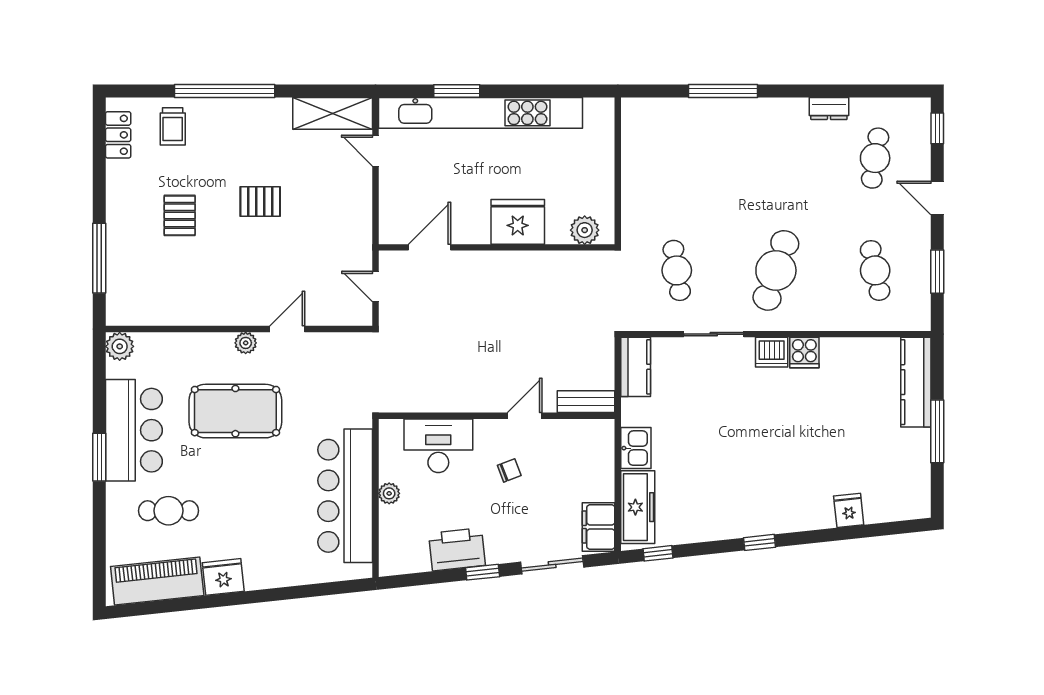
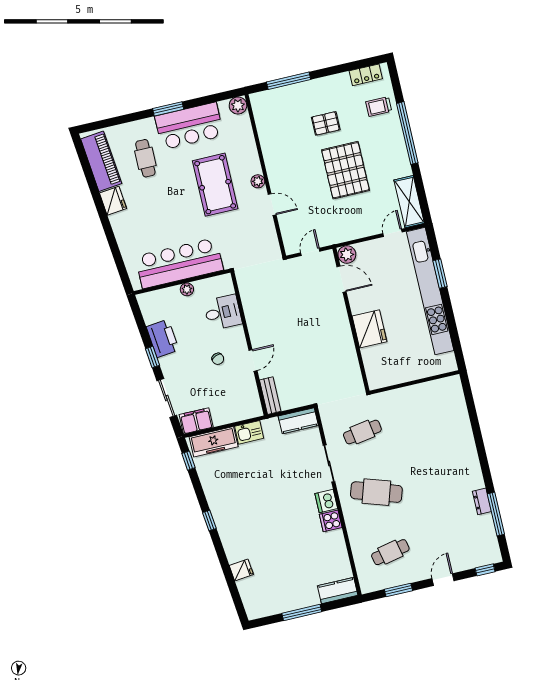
window: (723, 91) -> (496, 514), moved
cafe table: (875, 158) -> (458, 536), removed
pallet: (260, 202) -> (345, 170), width x2.05, depth x2.00
plant: (585, 230) -> (347, 255), moved
kitchen counter: (916, 382) -> (338, 591), width x0.67
door: (525, 416) -> (253, 360), hinge flipped
desk: (438, 446) -> (223, 312), width x0.73

